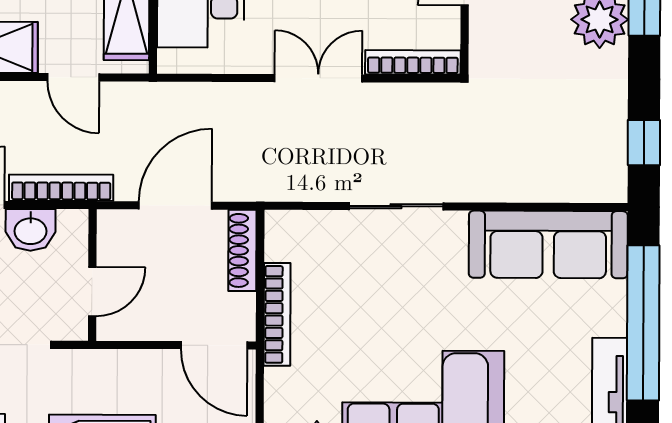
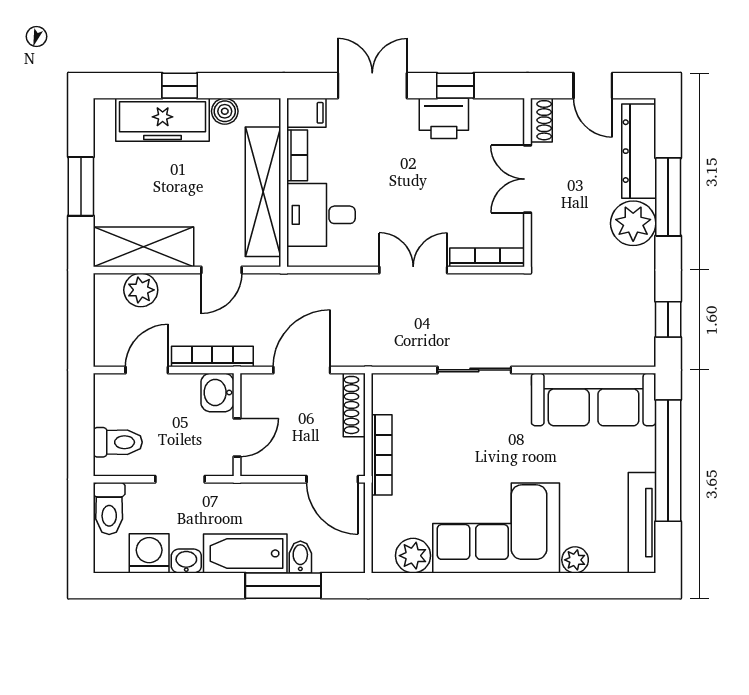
door: (73, 77) -> (221, 270), hinge flipped
washbasin: (31, 230) -> (217, 392), moved, turned 90

